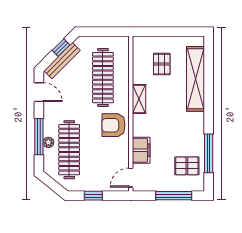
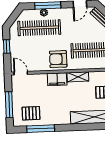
armchair: (113, 125) -> (58, 59), turned -90
filing cabinet: (141, 150) -> (57, 79), moved
pallet: (187, 166) -> (31, 113), turned 90

